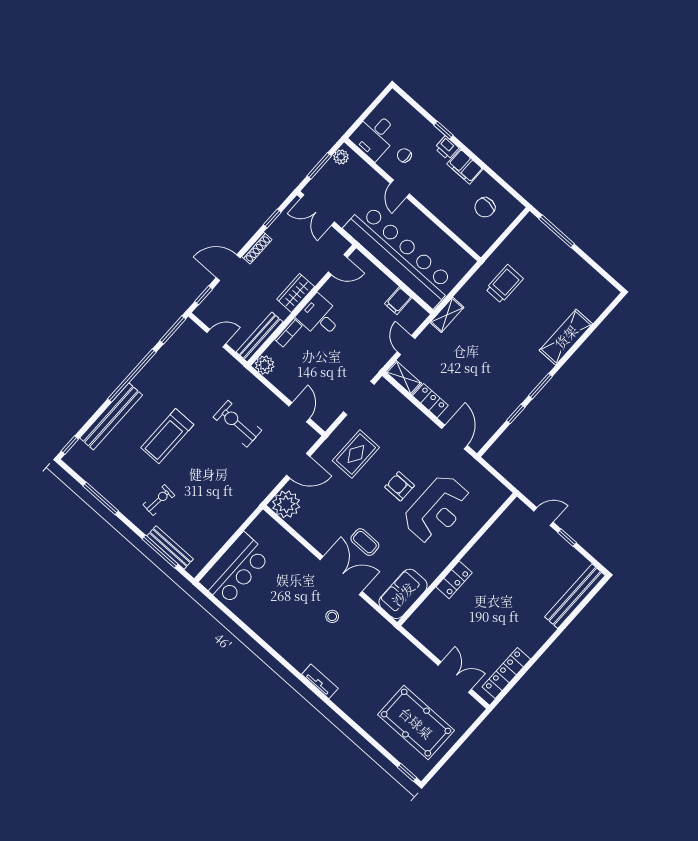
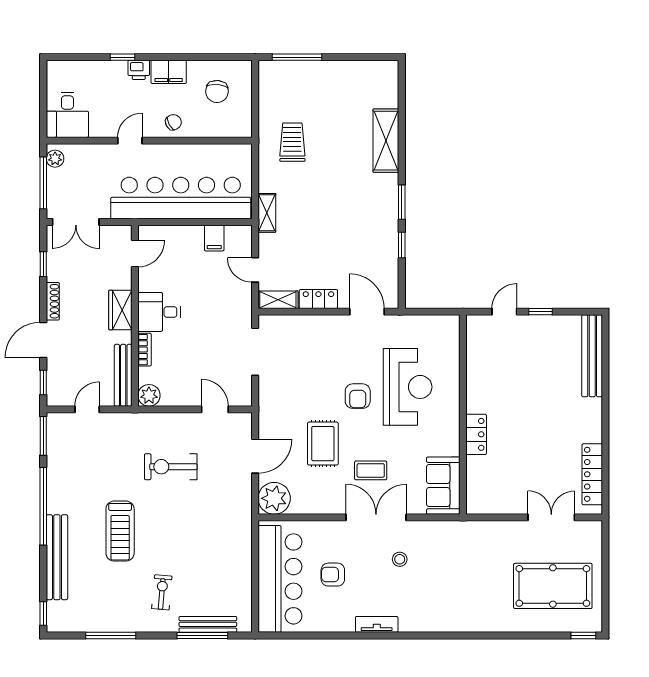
chair: (404, 155) -> (173, 122), moved, turned 151
window: (319, 166) -> (43, 183), width x1.44
door: (400, 189) -> (130, 141), swing flipped
rug: (356, 454) -> (323, 444), moved
armchair: (400, 486) -> (358, 396), turned -90
bar counter: (235, 569) -> (280, 579), width x1.36
armchair: (280, 588) -> (333, 575), added
tv unit: (320, 681) -> (377, 624), moved

